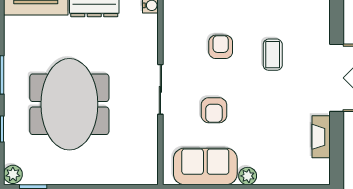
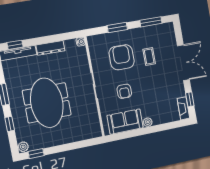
armchair: (221, 47) -> (122, 57), width x1.88, depth x1.88
fireplace: (321, 137) -> (183, 108), moved
window: (337, 149) -> (190, 99), added

